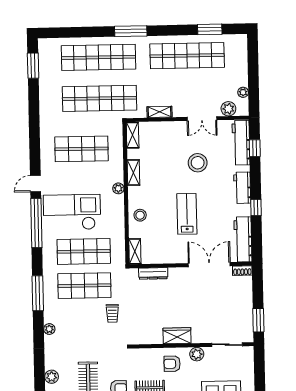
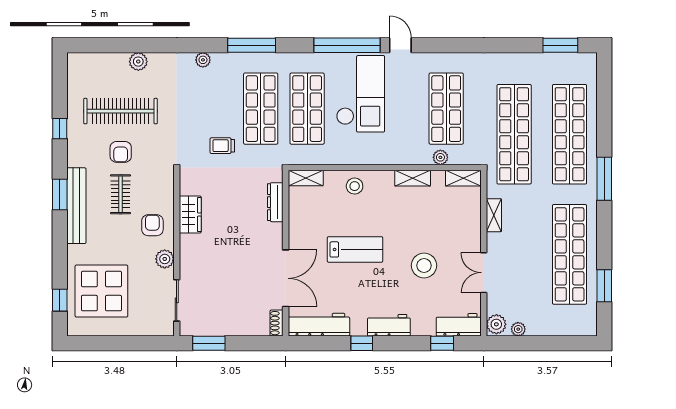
plant: (228, 109) -> (496, 324), moved
workbench: (241, 143) -> (458, 325), width x0.73
plant: (118, 188) -> (440, 157), moved
wardrobe: (177, 336) -> (190, 215), moved

